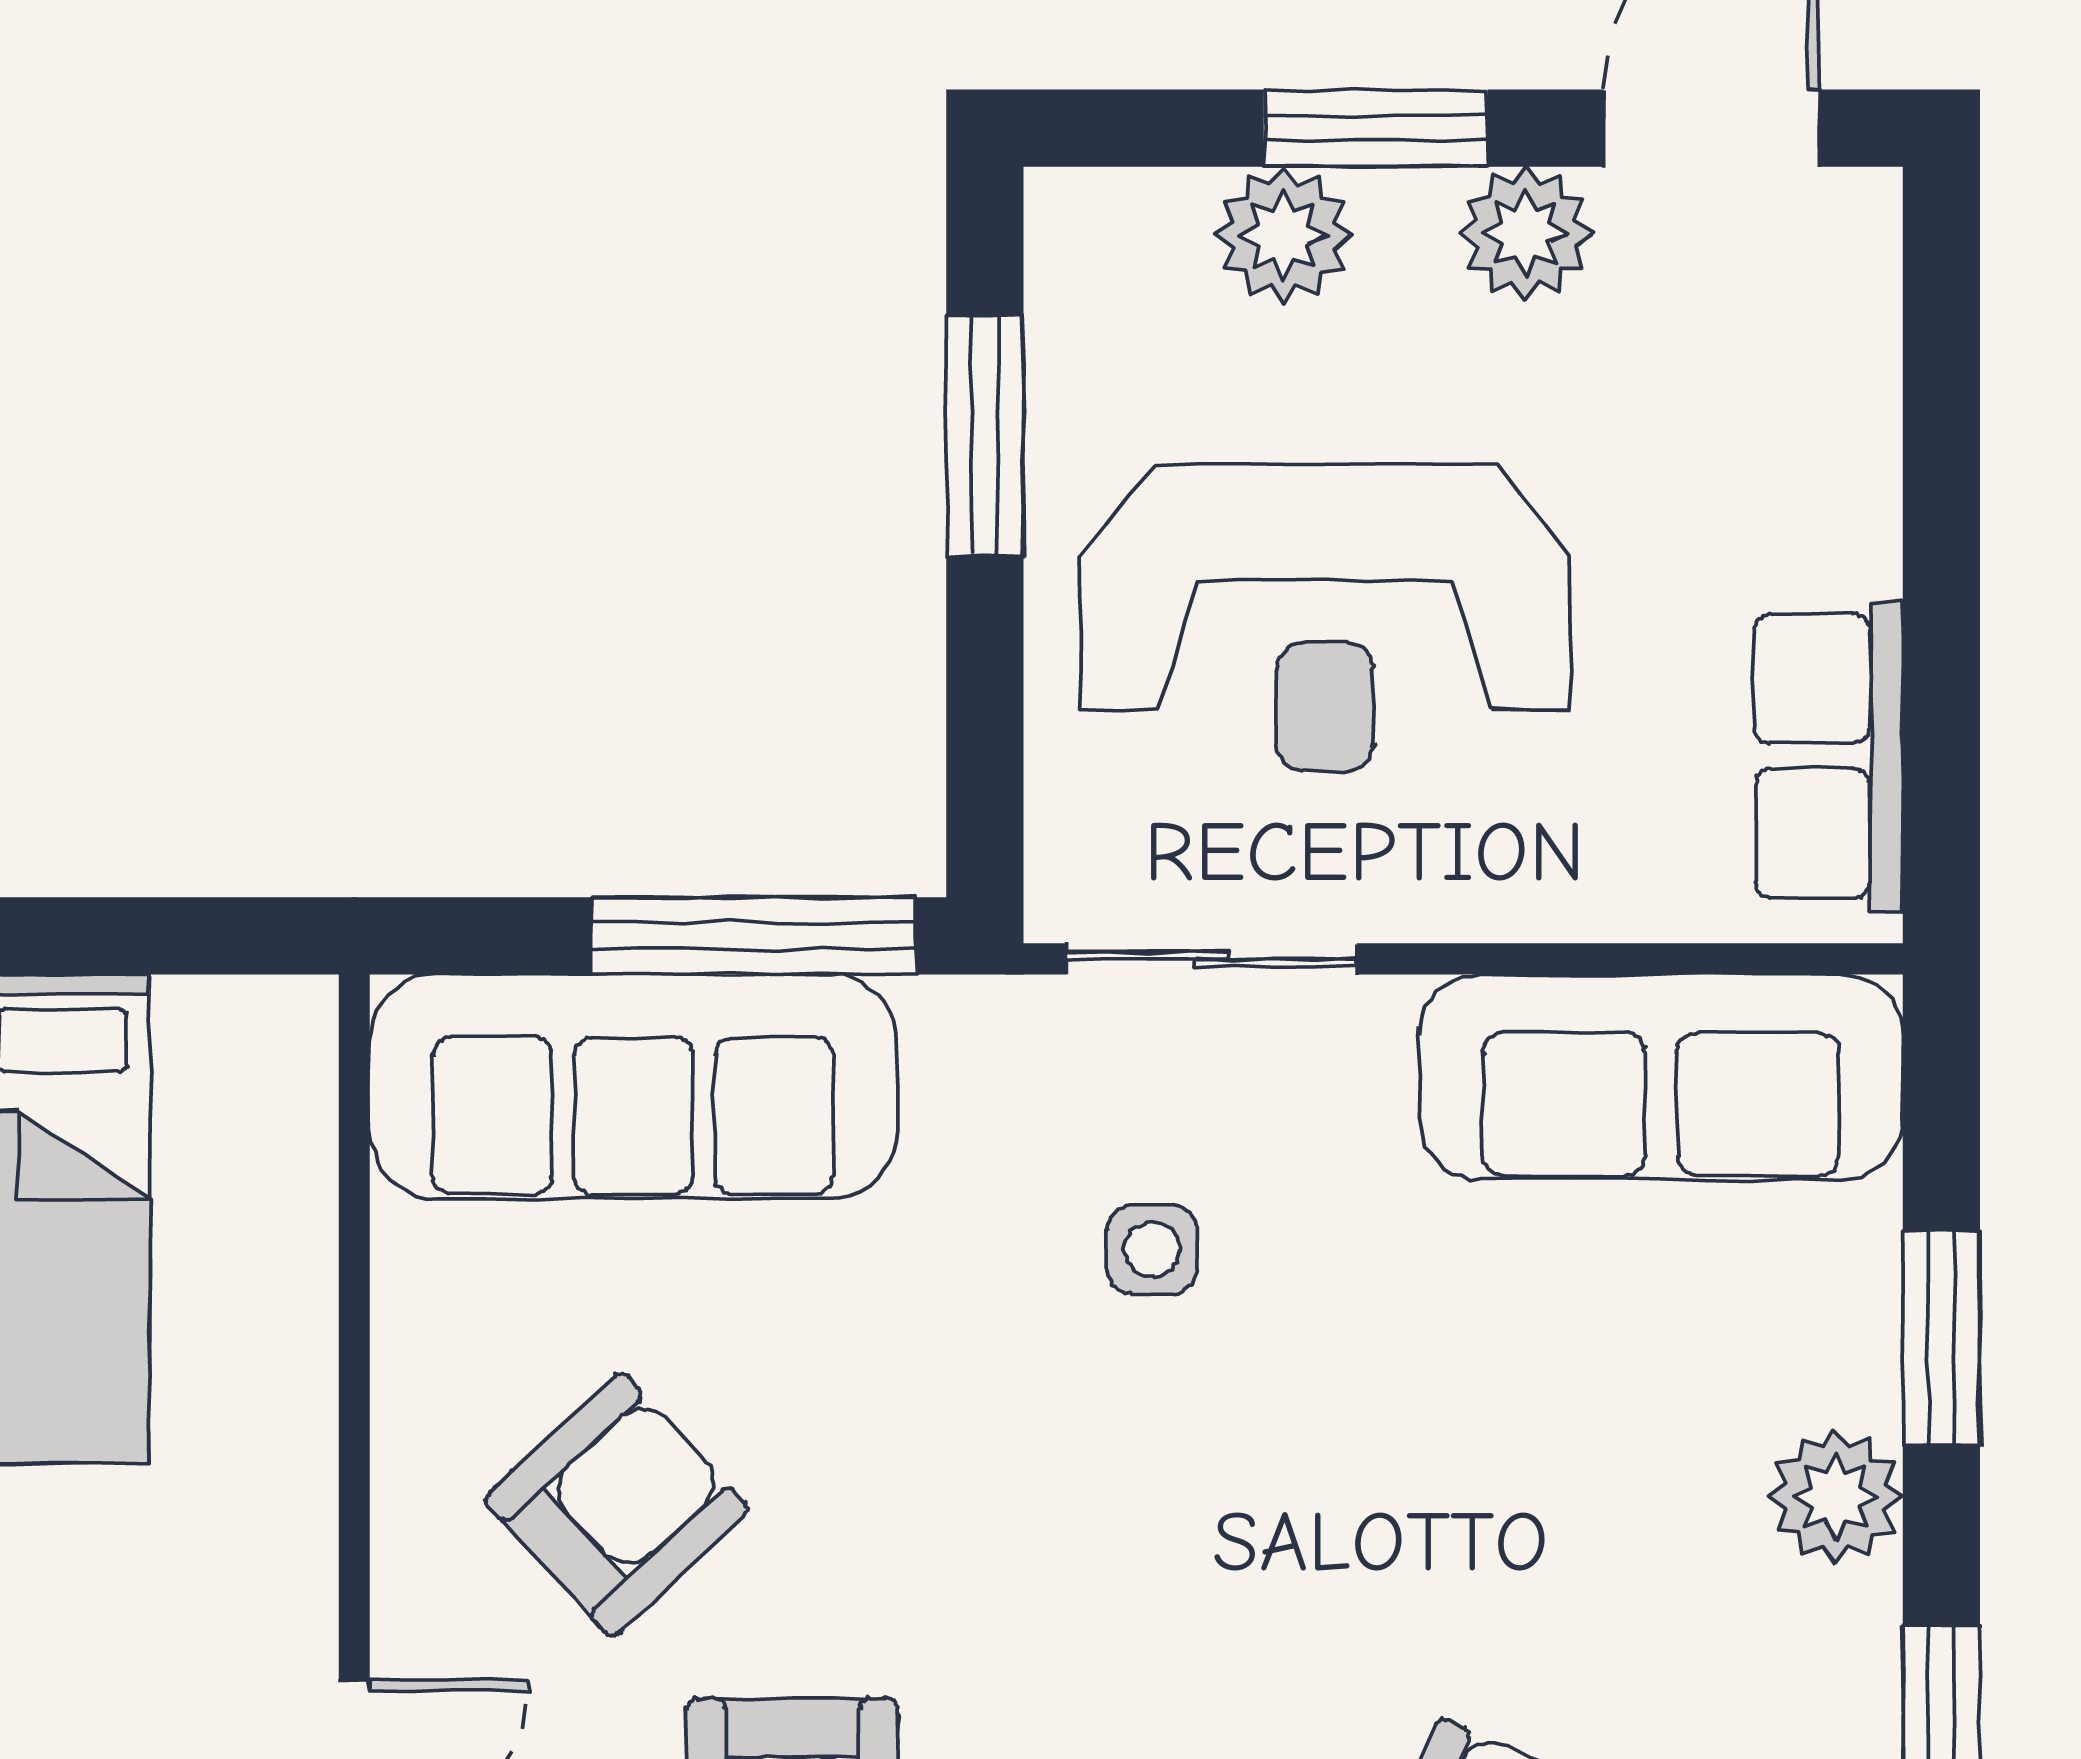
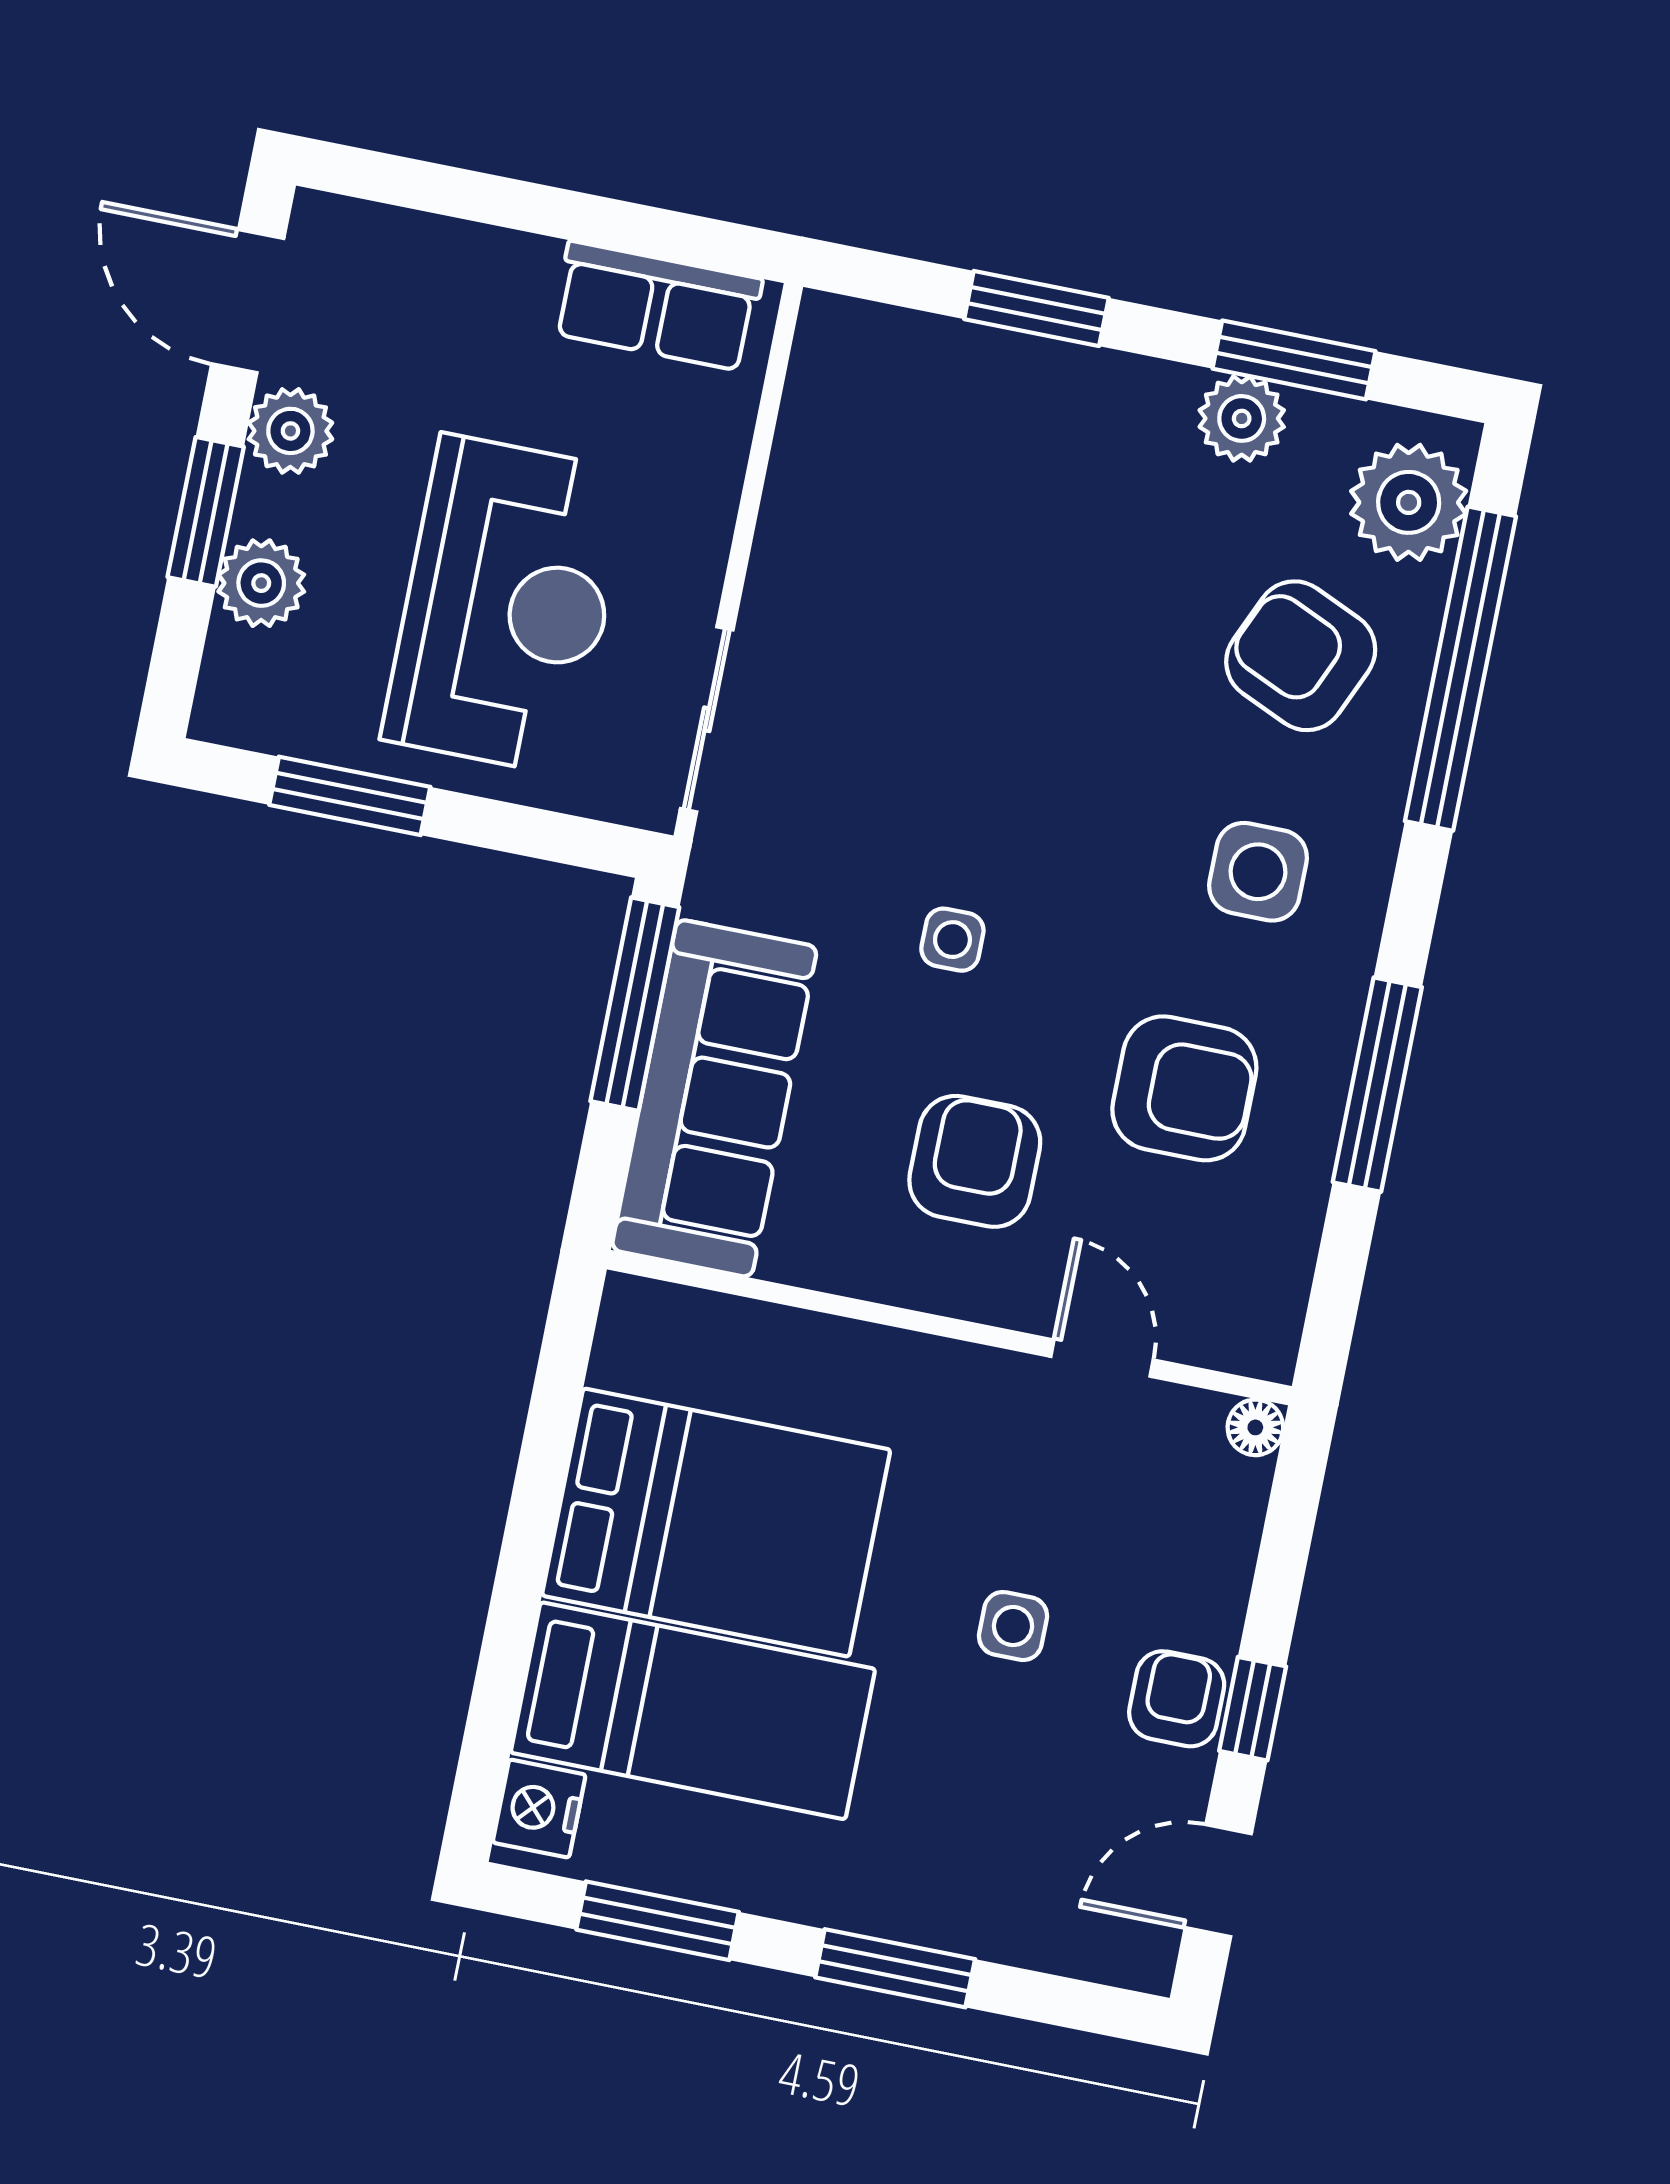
sofa: (1661, 1077) -> (837, 452), removed
side table: (1152, 1250) -> (952, 940), moved
plant: (1836, 1497) -> (1242, 418), moved
armchair: (617, 1504) -> (975, 1161), turned 43

